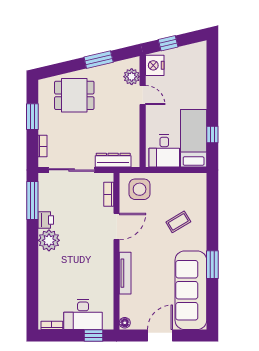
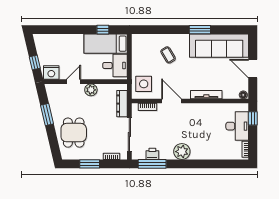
plant: (132, 77) -> (91, 90), moved
printer: (46, 220) -> (152, 154), moved

